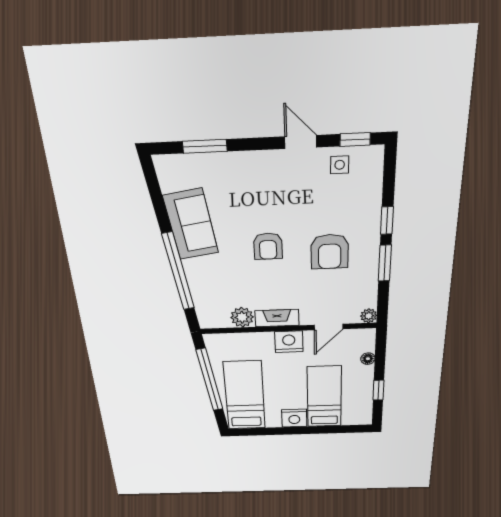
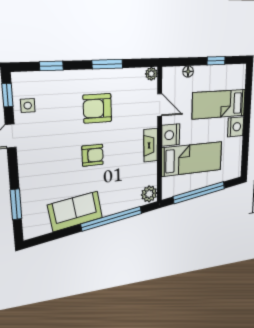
window: (387, 221) -> (51, 66), moved
armchair: (330, 252) -> (97, 108), turned 180
plant: (242, 317) -> (149, 194), moved
bed: (245, 396) -> (192, 159), moved, turned 180

